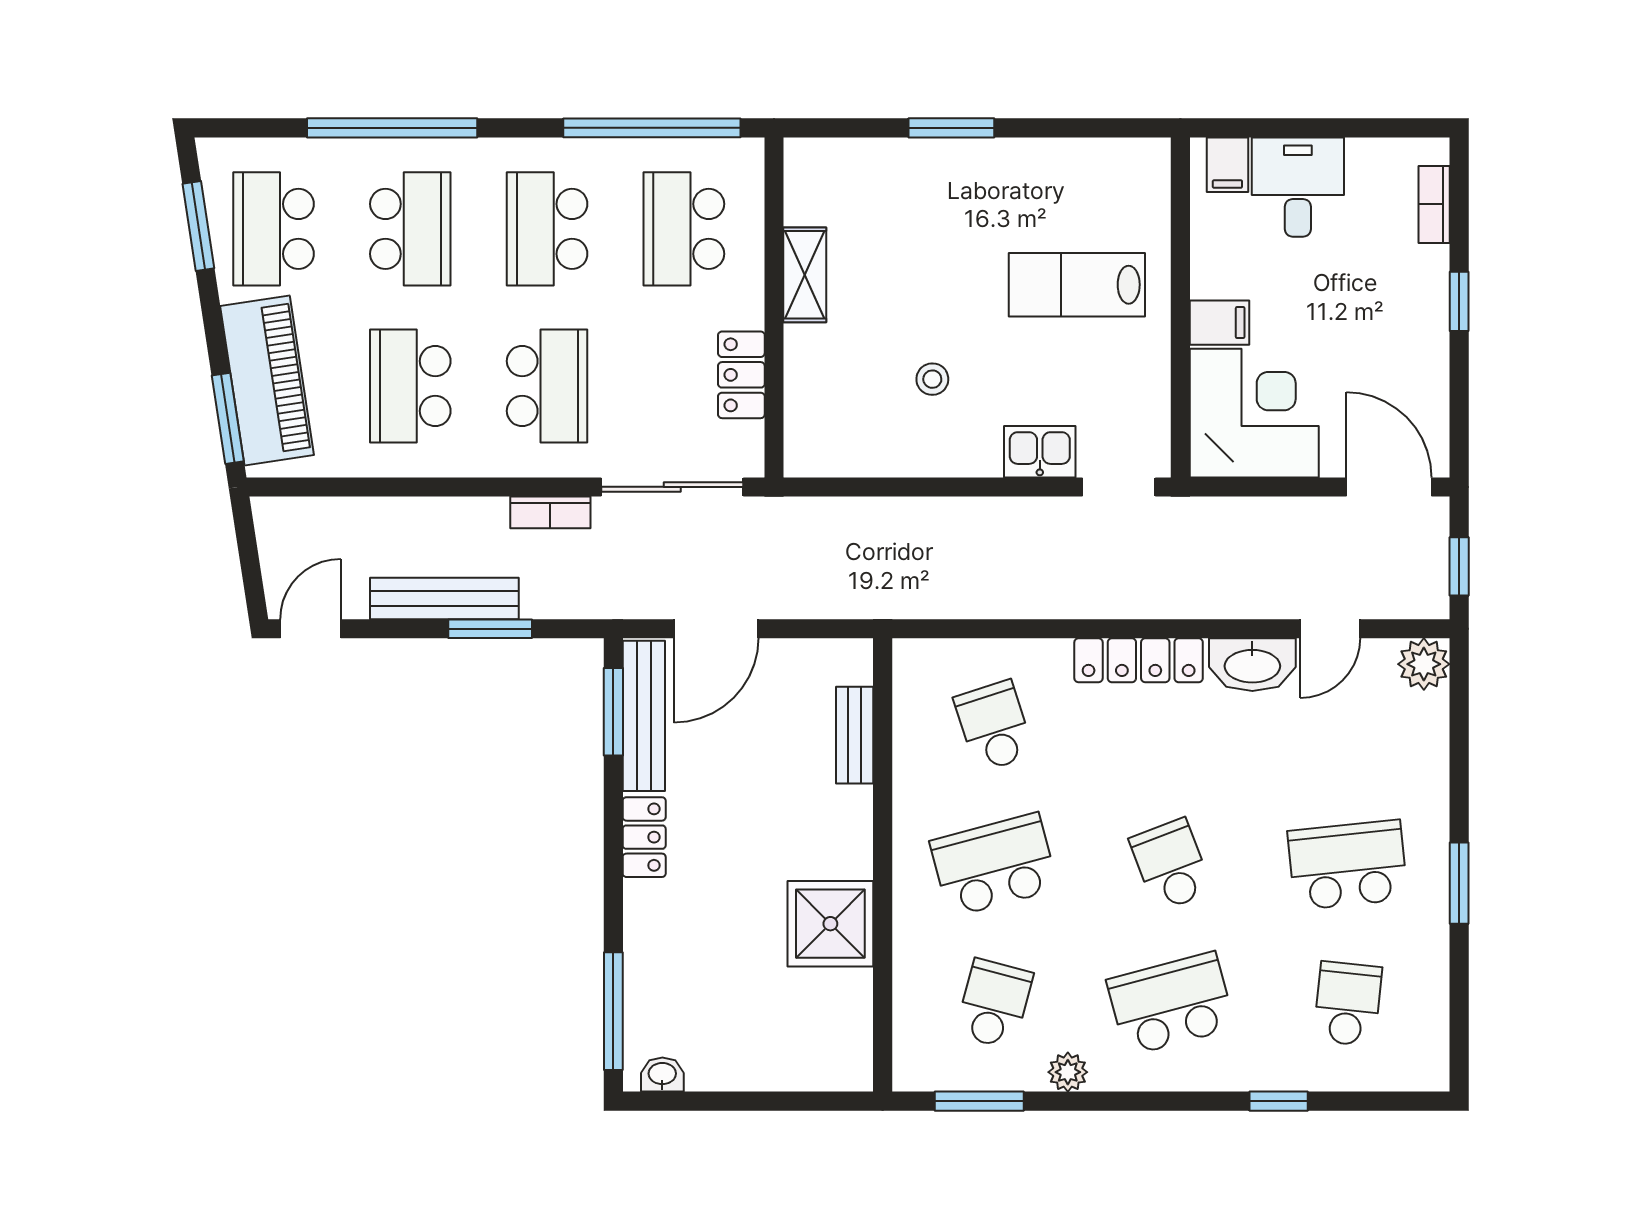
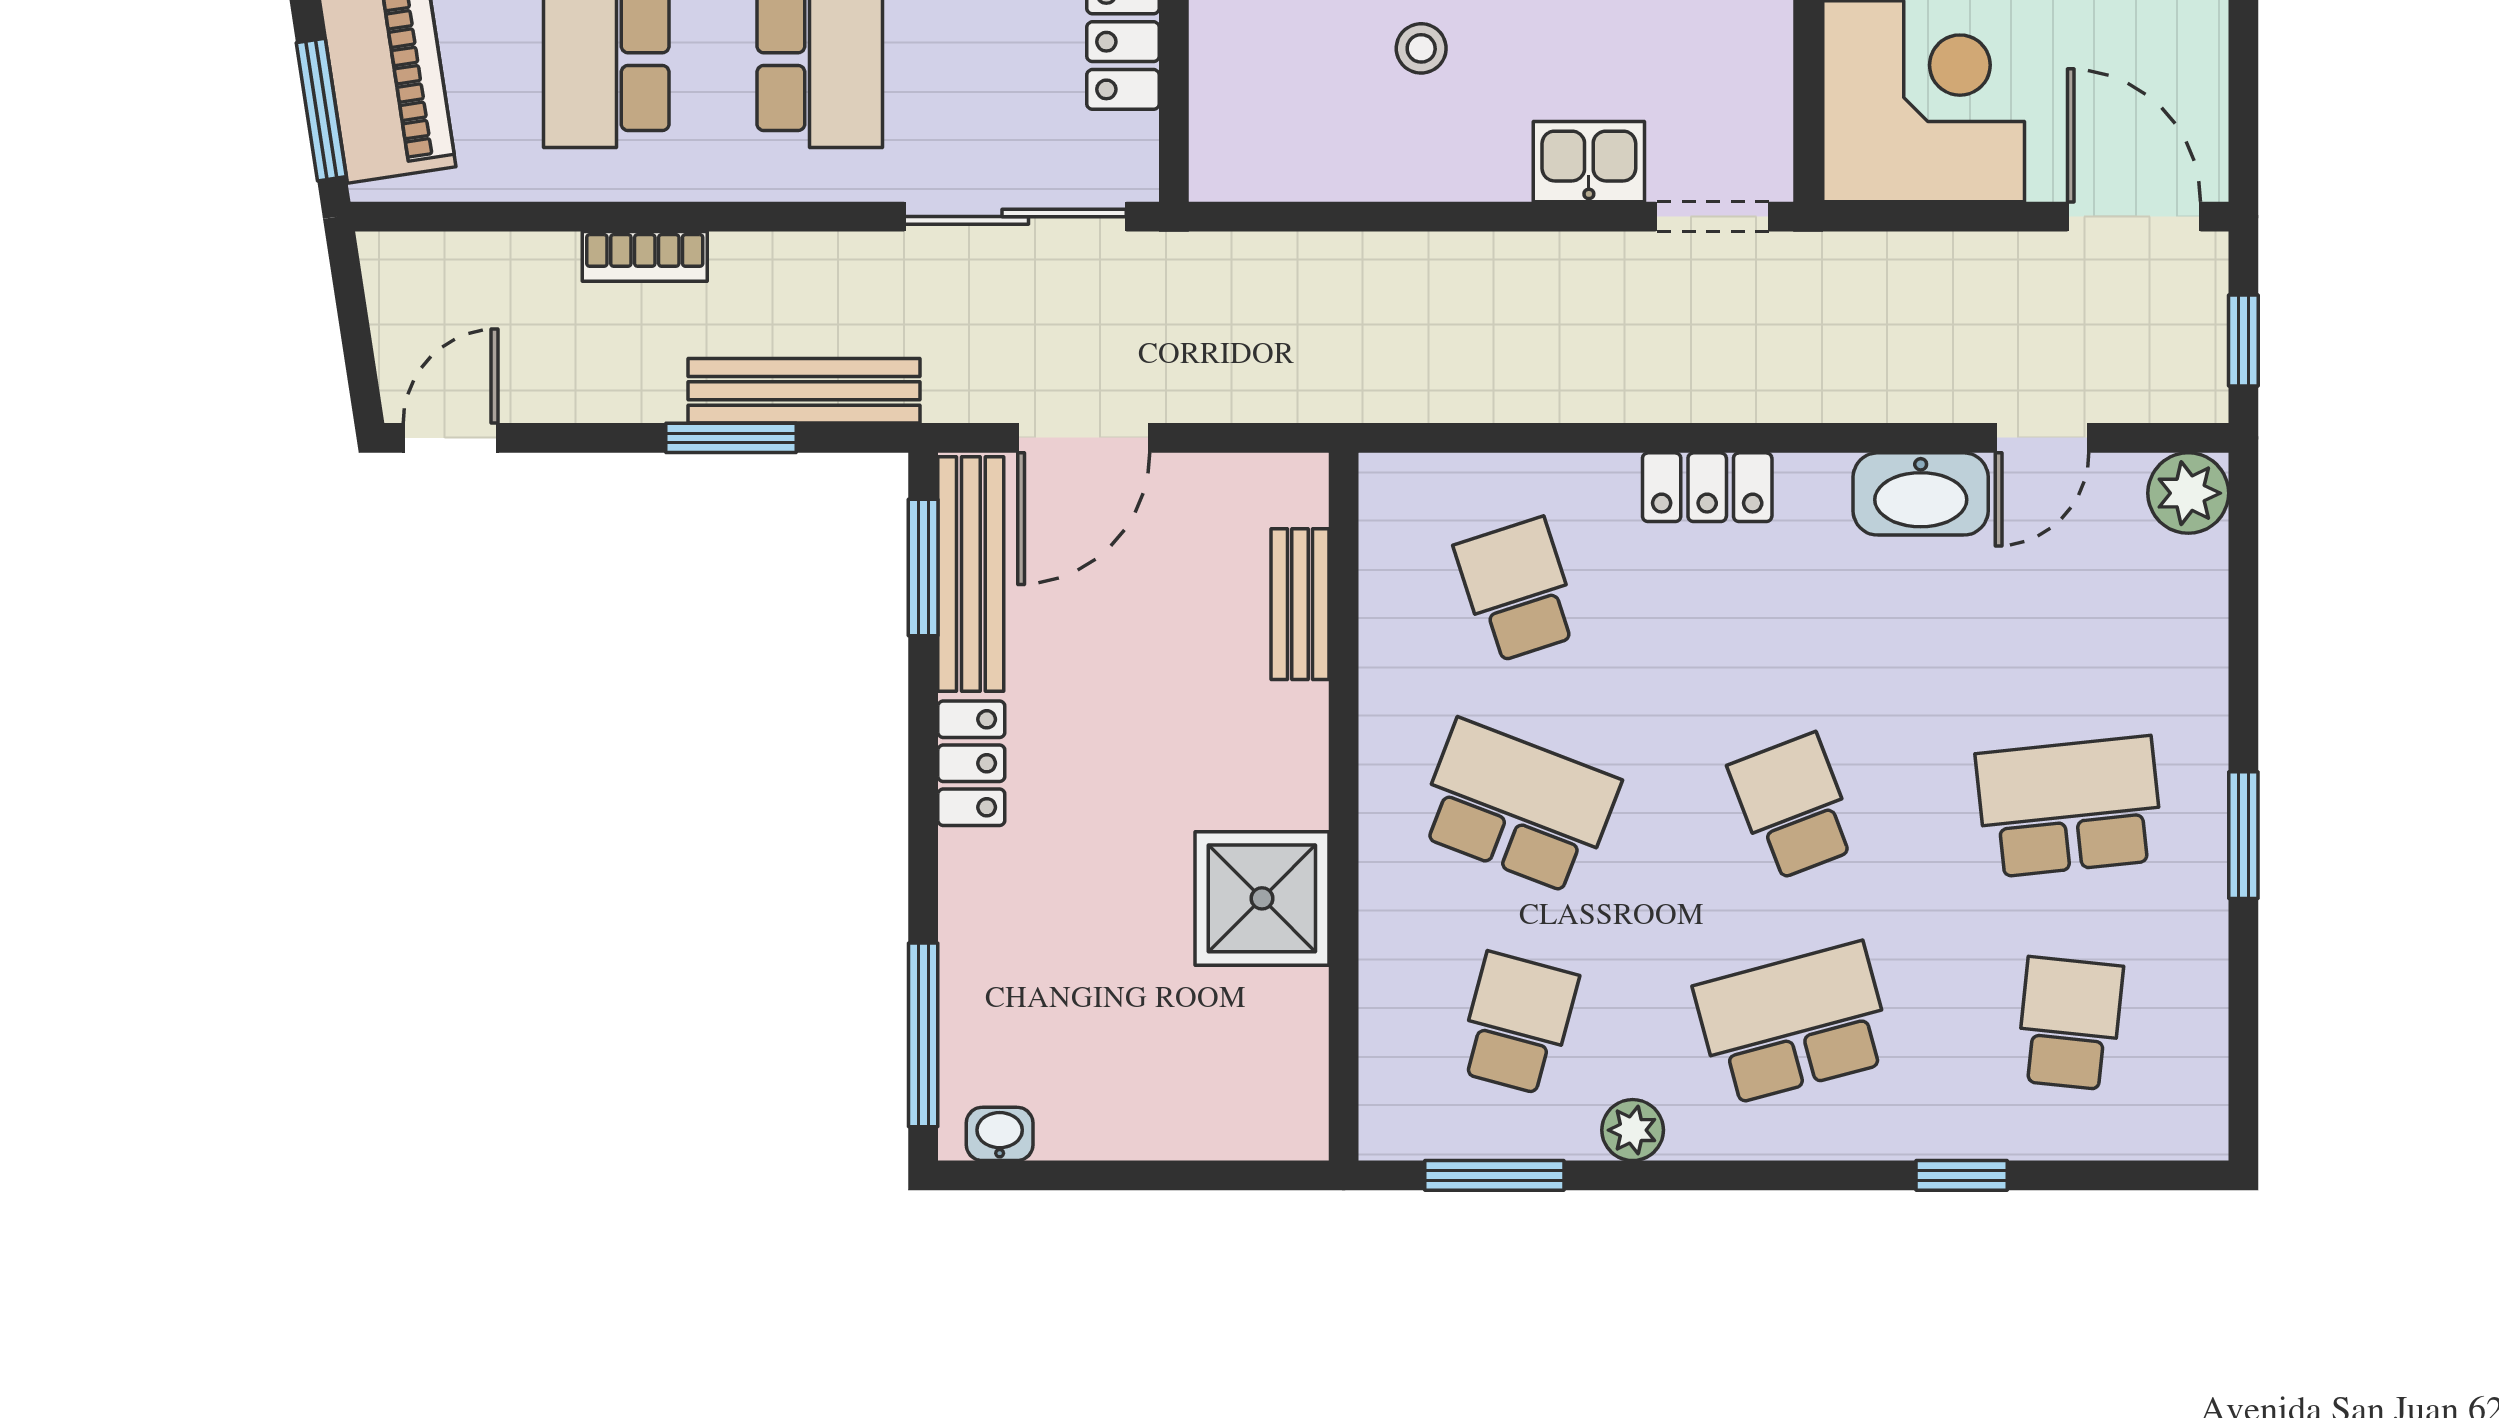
bookcase: (550, 512) -> (645, 256), moved
bench: (444, 598) -> (804, 391), moved
locker: (1139, 660) -> (1707, 487), width x0.66
school desk: (994, 865) -> (1517, 807), turned 36

